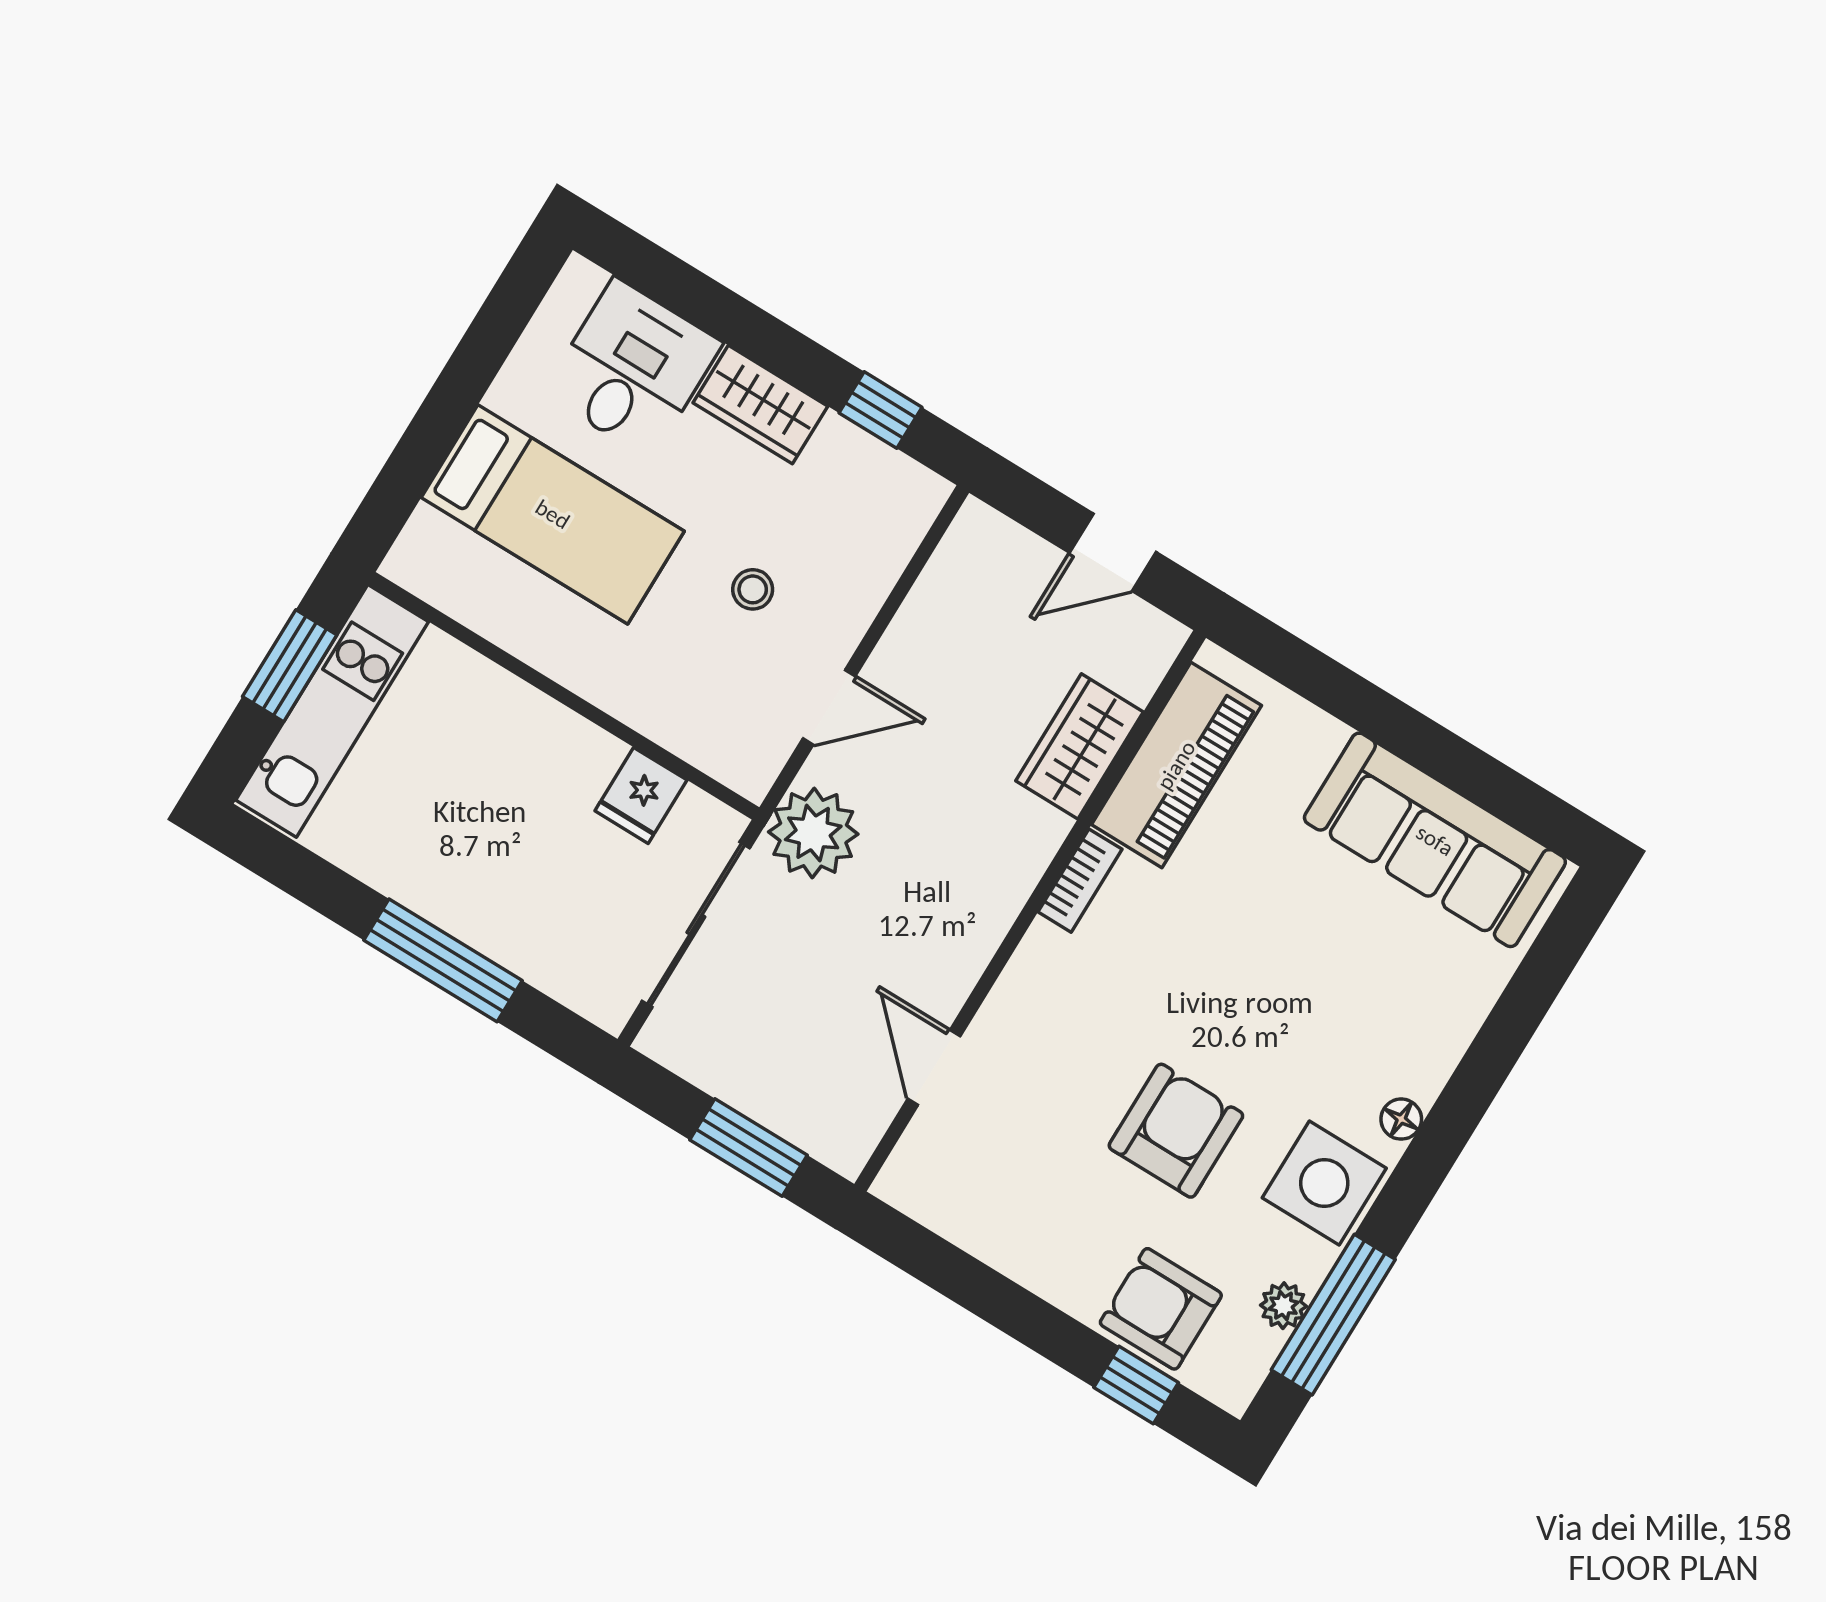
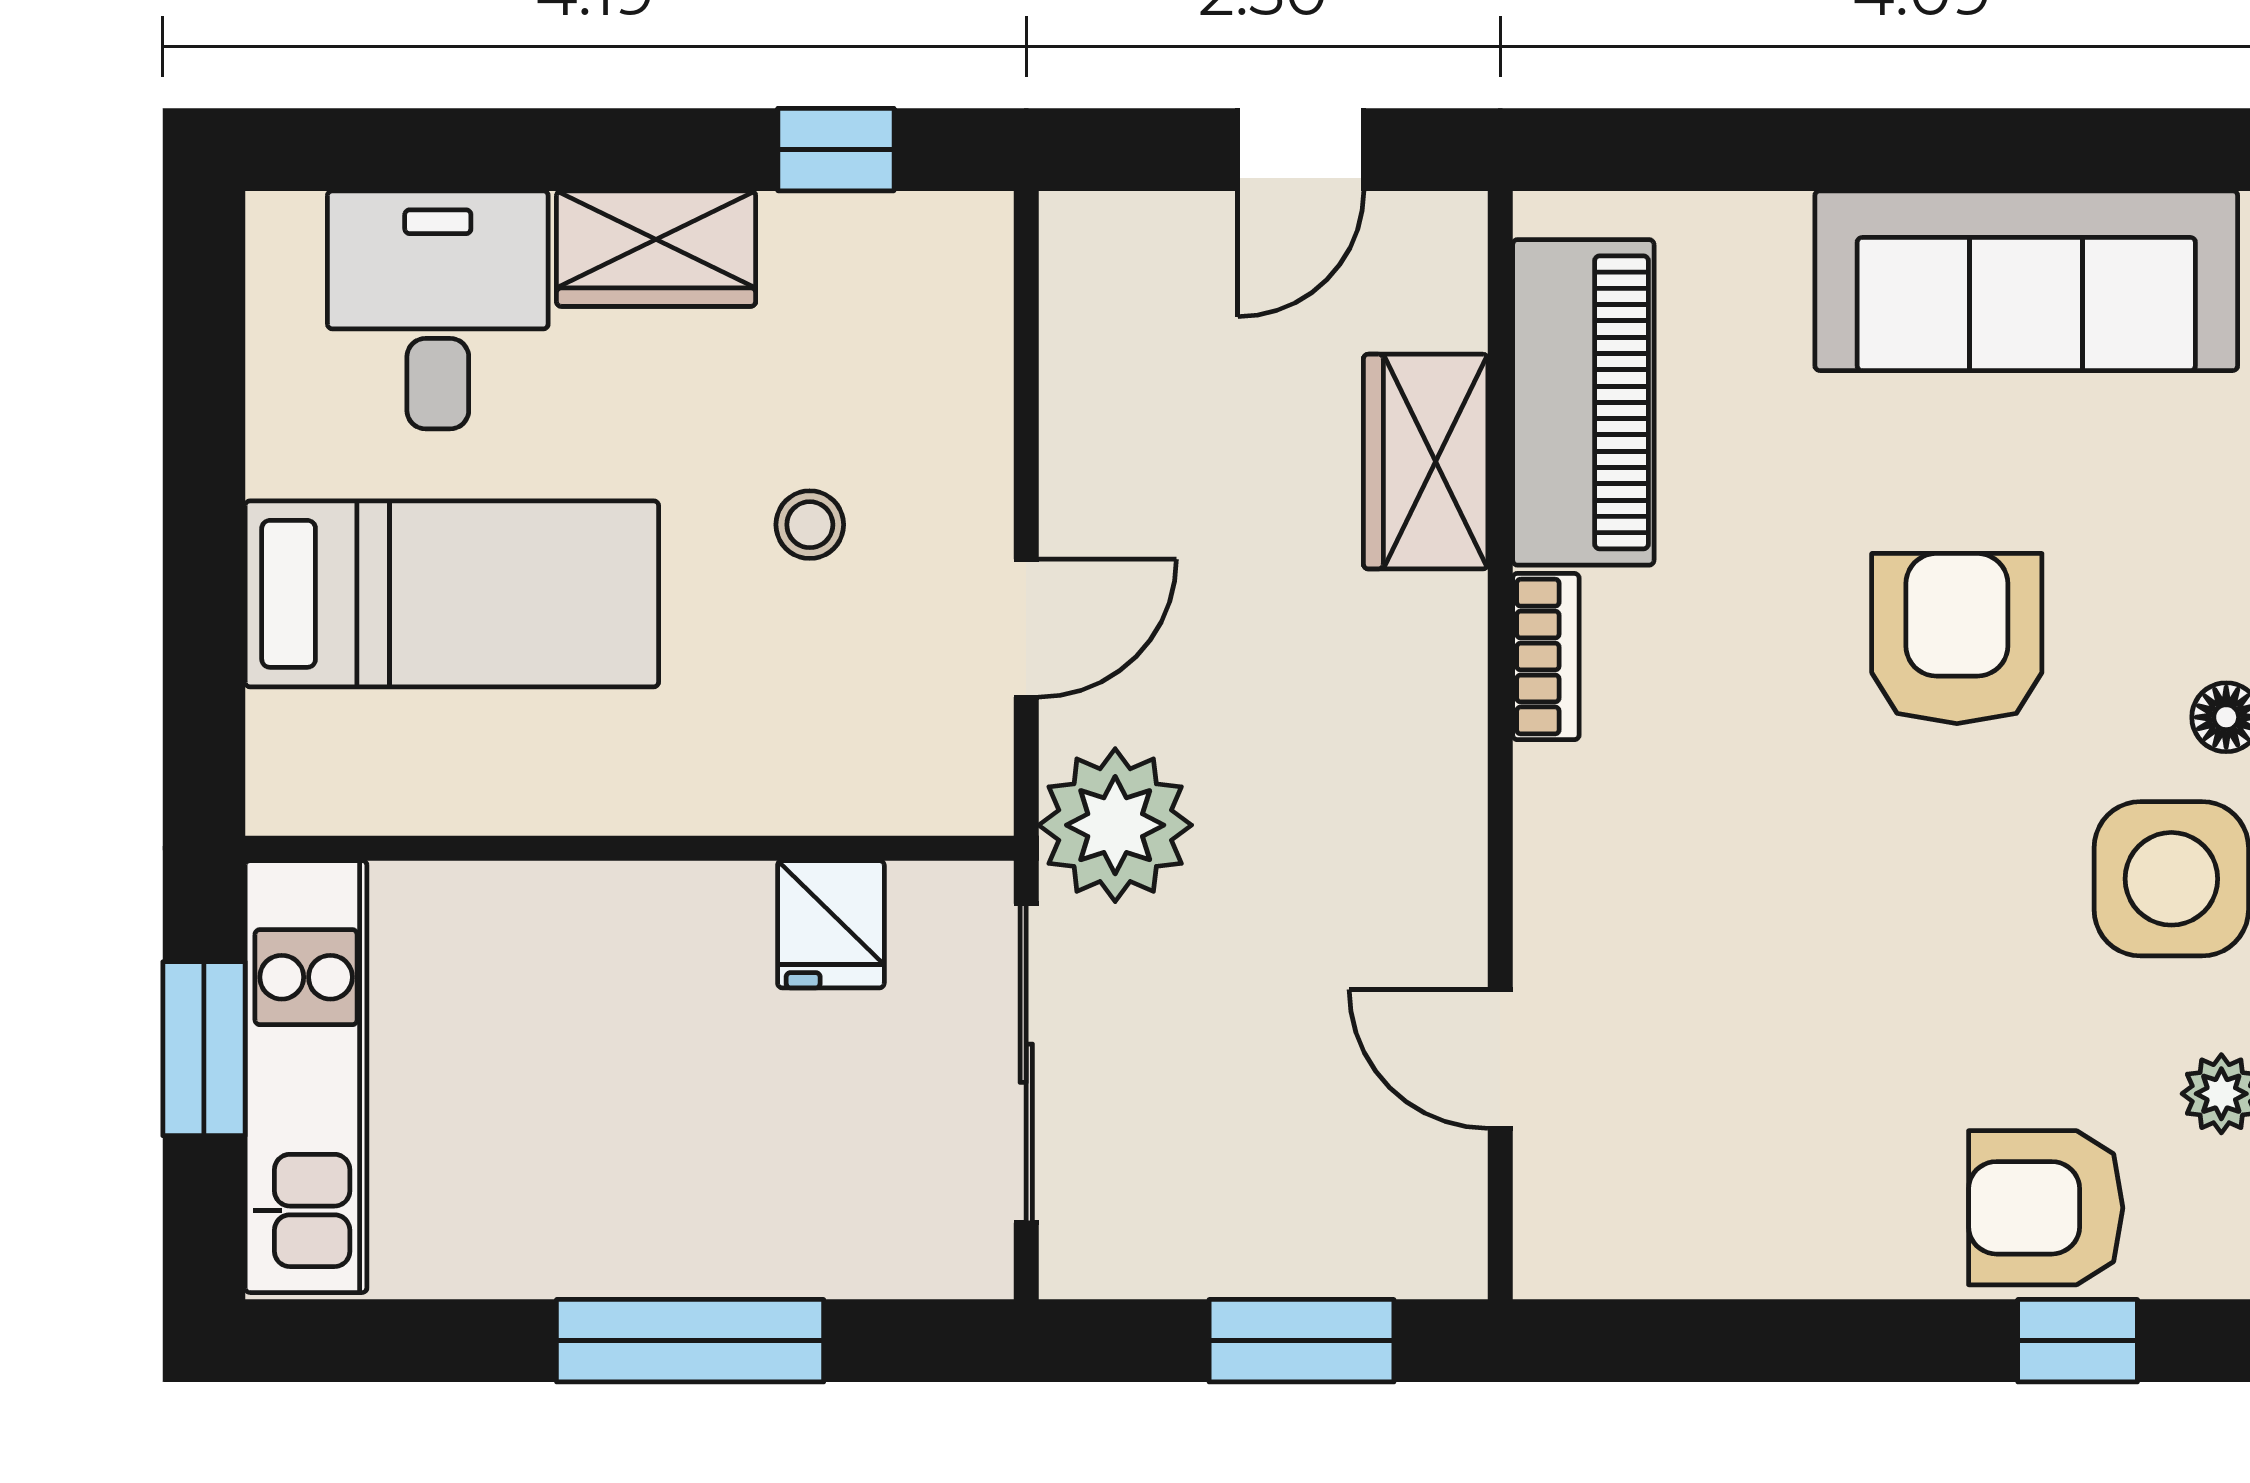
armchair: (1176, 1131) -> (1957, 639), moved

